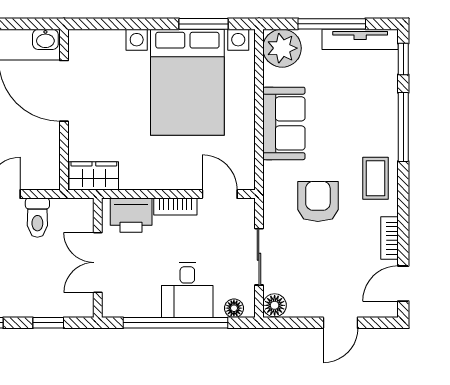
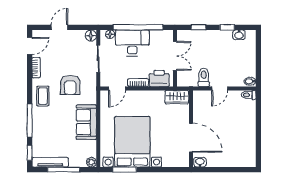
plant: (282, 48) -> (92, 162), width x0.53, depth x0.53
door: (220, 194) -> (117, 89), hinge flipped
desk: (187, 290) -> (132, 43), width x1.37

